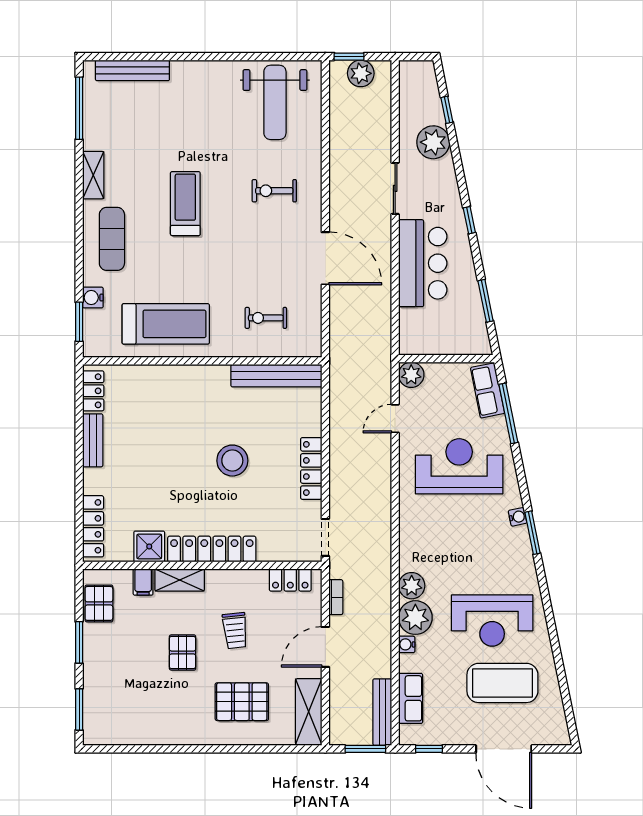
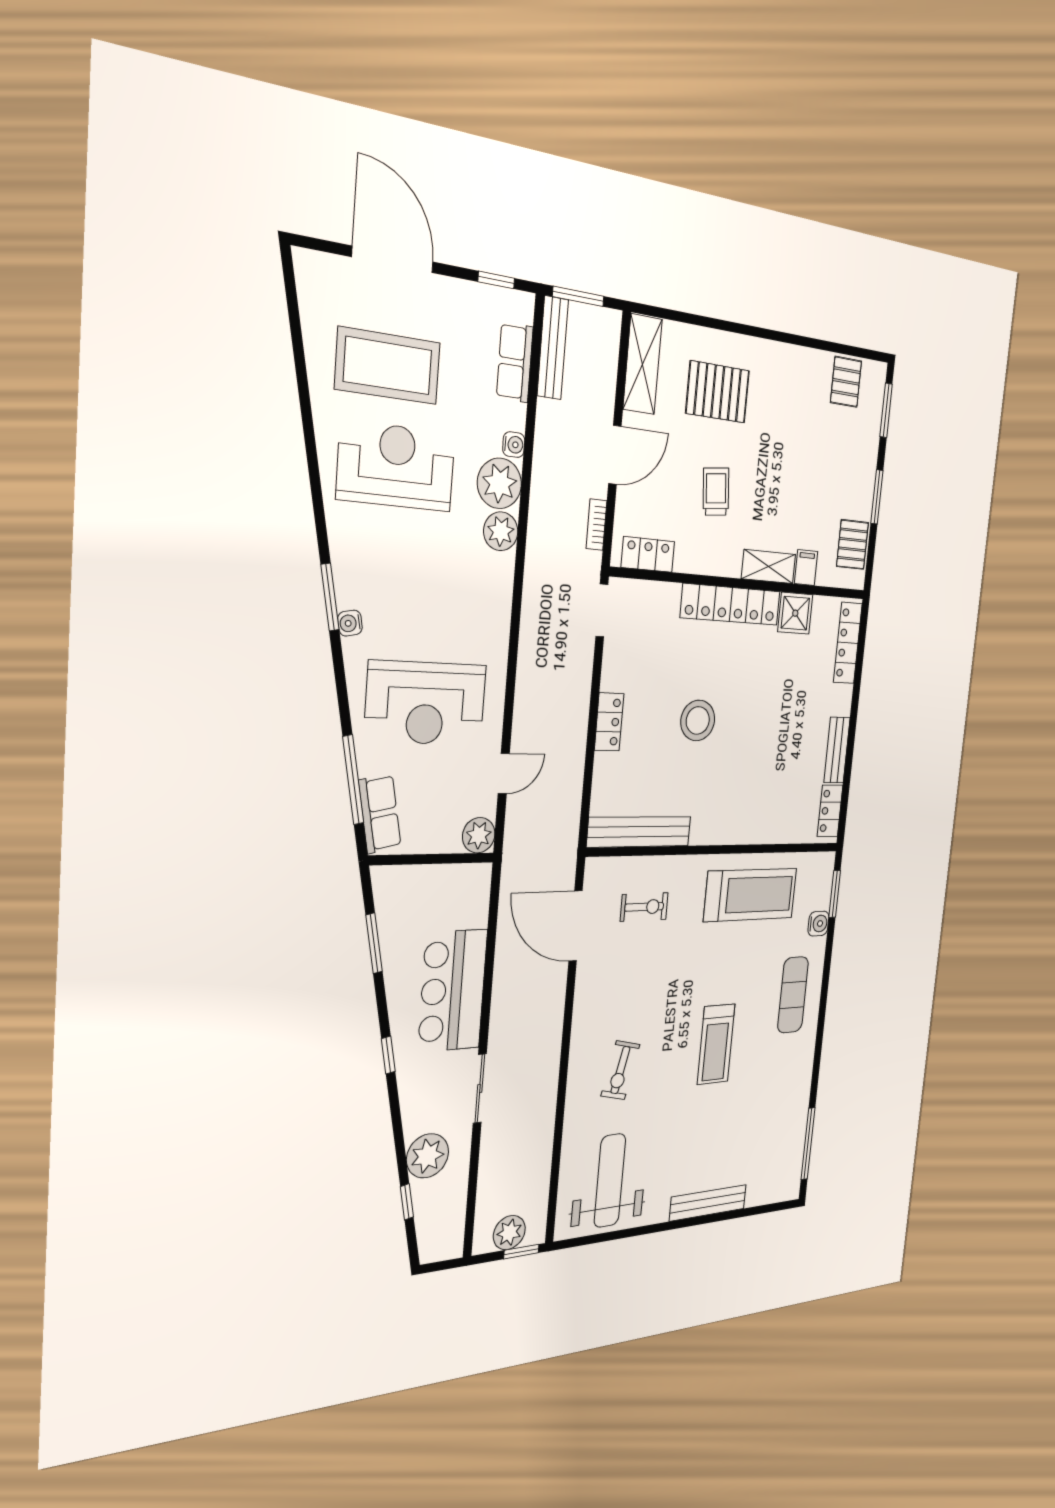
bench: (132, 70) -> (708, 1203), moved
shelving: (93, 175) -> (803, 1068), removed
exercise bike: (274, 191) -> (620, 1070), turned 103
door: (325, 258) -> (575, 926), moved
treadmill: (166, 324) -> (750, 895), turned 180
locker: (311, 468) -> (609, 722), width x0.66
pallet: (183, 652) -> (846, 382), moved

